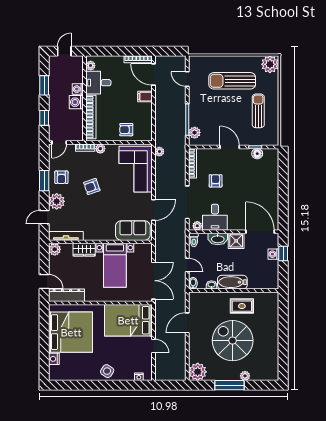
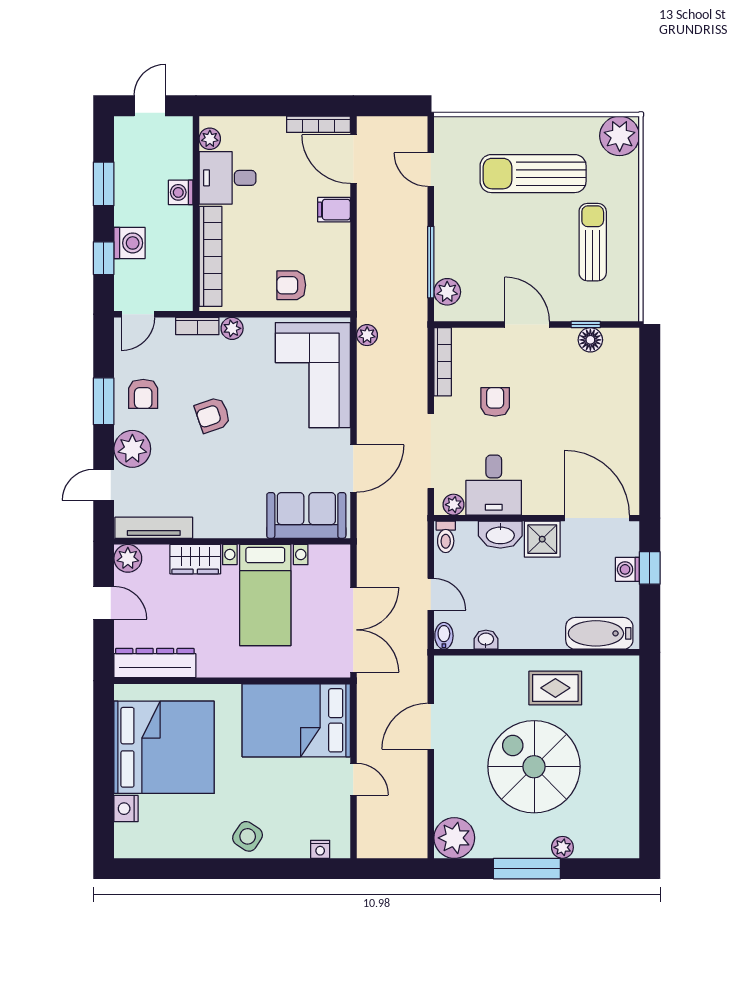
washing machine: (76, 102) -> (130, 243), moved, turned 180
door: (44, 281) -> (104, 603), moved
bathtub: (232, 282) -> (599, 633), moved

